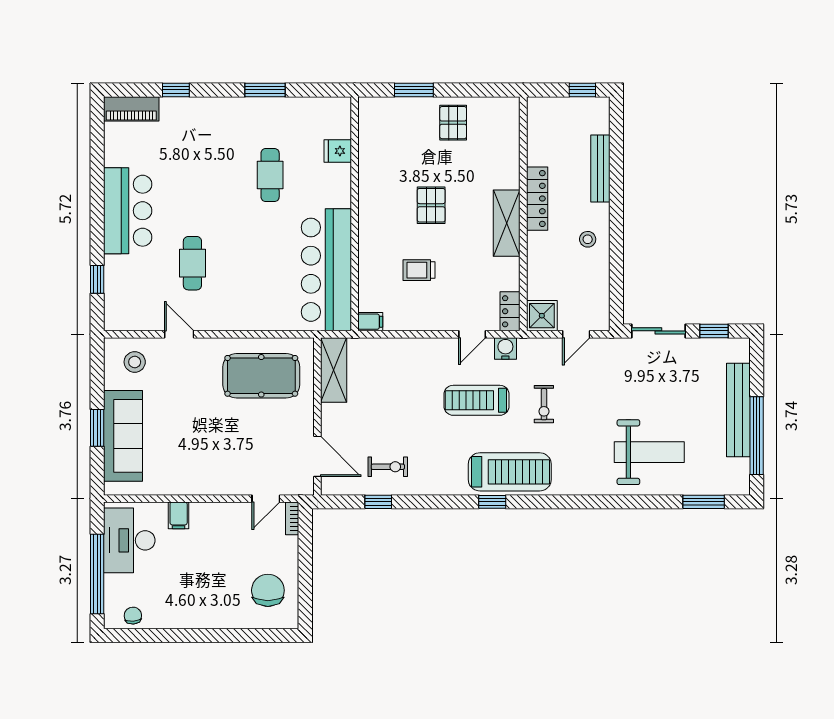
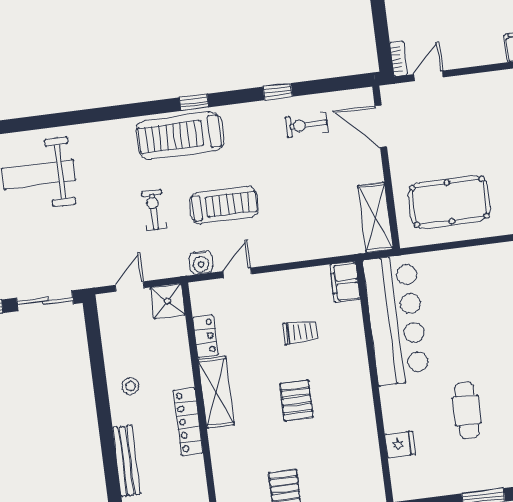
locker: (510, 311) -> (205, 336), moved
filing cabinet: (370, 322) -> (345, 282), width x2.00
window: (378, 502) -> (278, 92), moved

